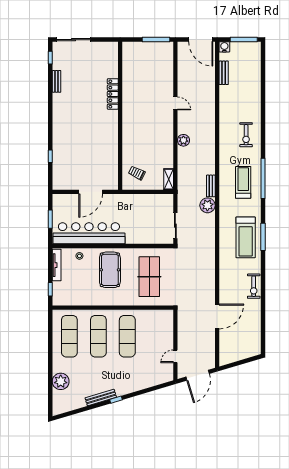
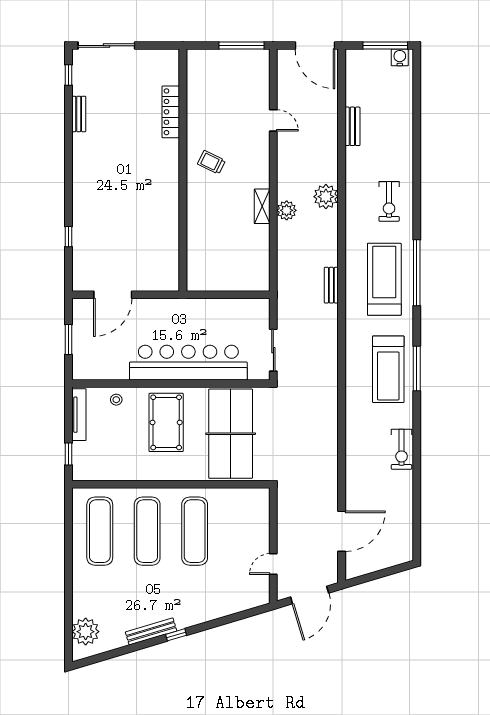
water cooler: (224, 47) -> (400, 57), moved
bench: (224, 73) -> (352, 126), moved
locker: (113, 94) -> (171, 112), moved
door: (175, 103) -> (273, 120), moved
trolley: (137, 173) -> (211, 162), moved
shelving: (169, 179) -> (262, 206), moved
treadmill: (243, 182) -> (384, 279), width x1.37, depth x1.38
door: (91, 192) -> (113, 295), moved
plant: (207, 205) -> (326, 197), moved
bar counter: (89, 233) -> (188, 363), moved
table tennis table: (149, 277) -> (231, 434), width x1.36, depth x1.32
door: (217, 316) -> (342, 531), moved
plant: (61, 381) -> (86, 632), moved

